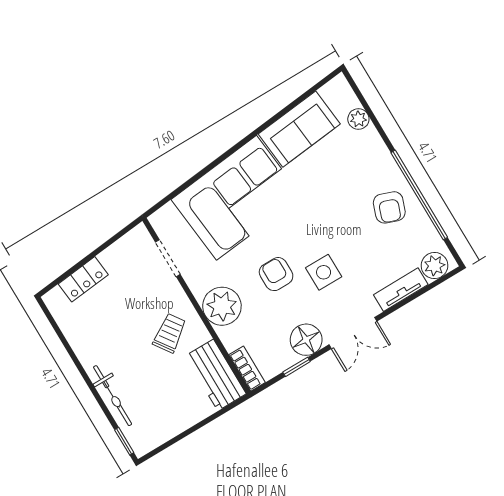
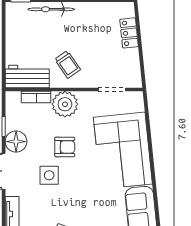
bookcase: (247, 369) -> (36, 97), moved

